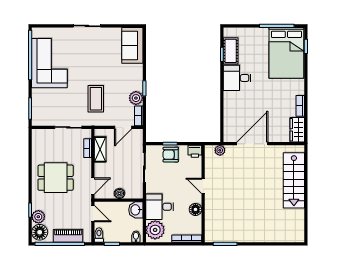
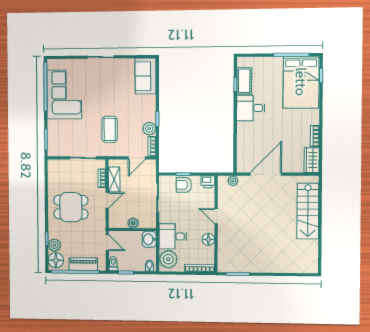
door: (93, 186) -> (107, 200), moved

